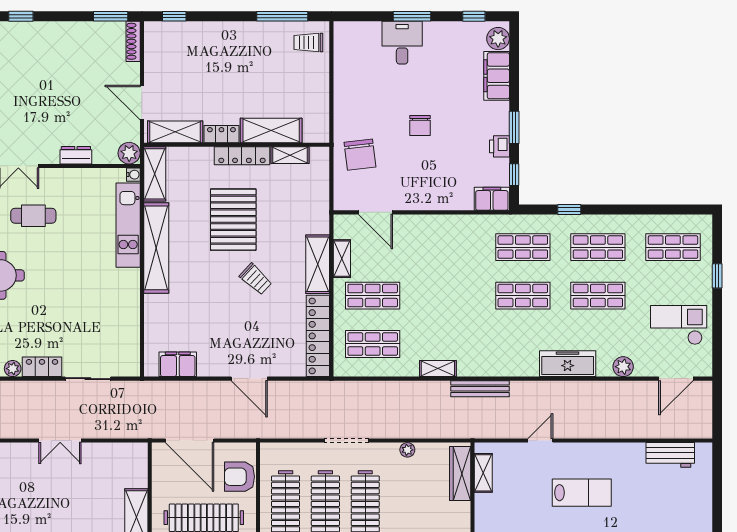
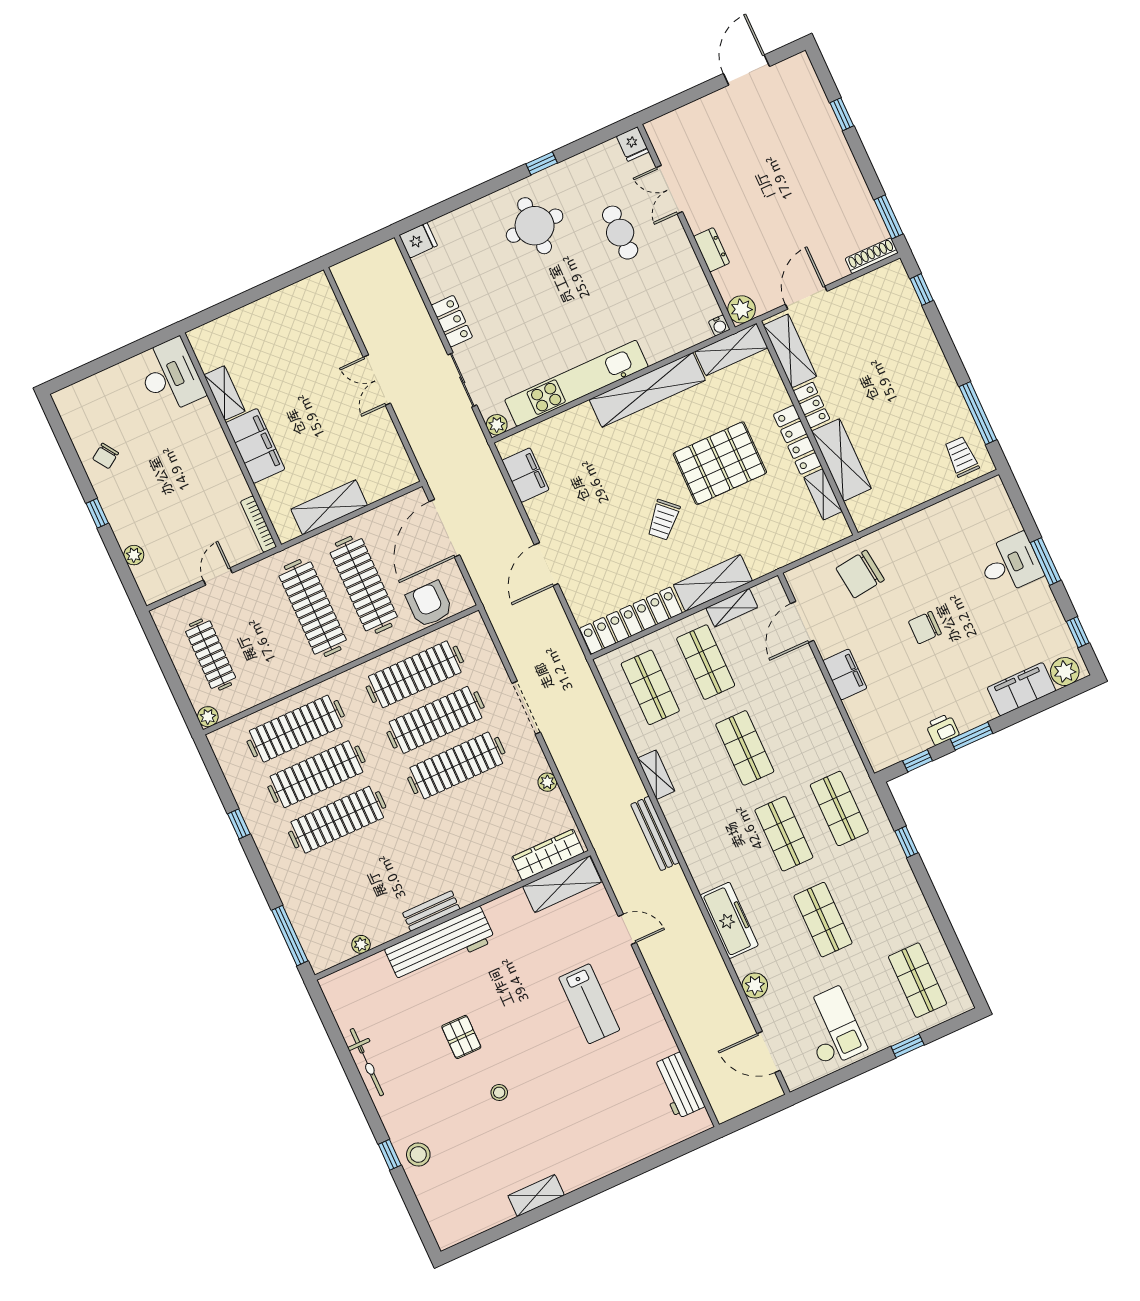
filing cabinet: (492, 199) -> (845, 674), moved
kitchen unit: (128, 225) -> (576, 383), moved, width x1.36
shop shelf: (598, 247) -> (745, 748), moved
plant: (13, 369) -> (497, 425), moved
shelving: (483, 473) -> (562, 884), width x1.50, depth x1.33

